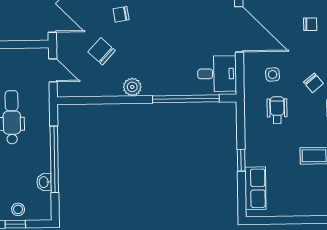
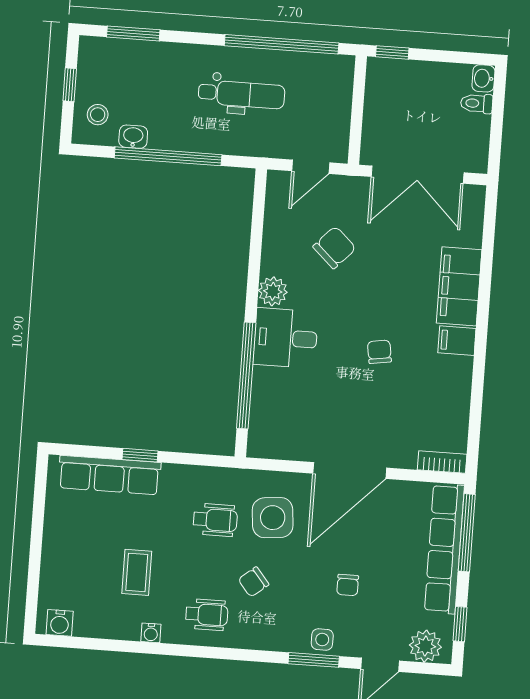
chair: (121, 14) -> (379, 352), moved
desk: (217, 74) -> (286, 338), moved, turned 90
side table: (273, 74) -> (273, 518), width x1.87, depth x1.87
row of seats: (255, 188) -> (109, 475), width x1.48
stool: (18, 209) -> (98, 115), moved

